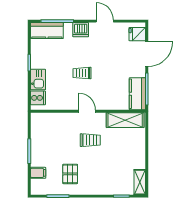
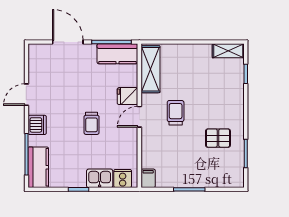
fridge: (137, 34) -> (128, 96), moved, turned 90
filing cabinet: (38, 173) -> (148, 178), moved

